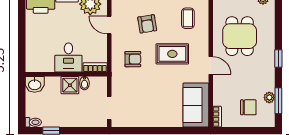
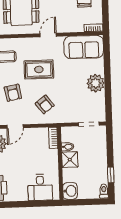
armchair: (147, 24) -> (13, 93), turned 88
rug: (172, 54) -> (39, 69), turned 90
desk: (68, 58) -> (40, 187), moved, turned 90
armchair: (133, 59) -> (45, 104), turned 143
plant: (155, 117) -> (96, 83), added

